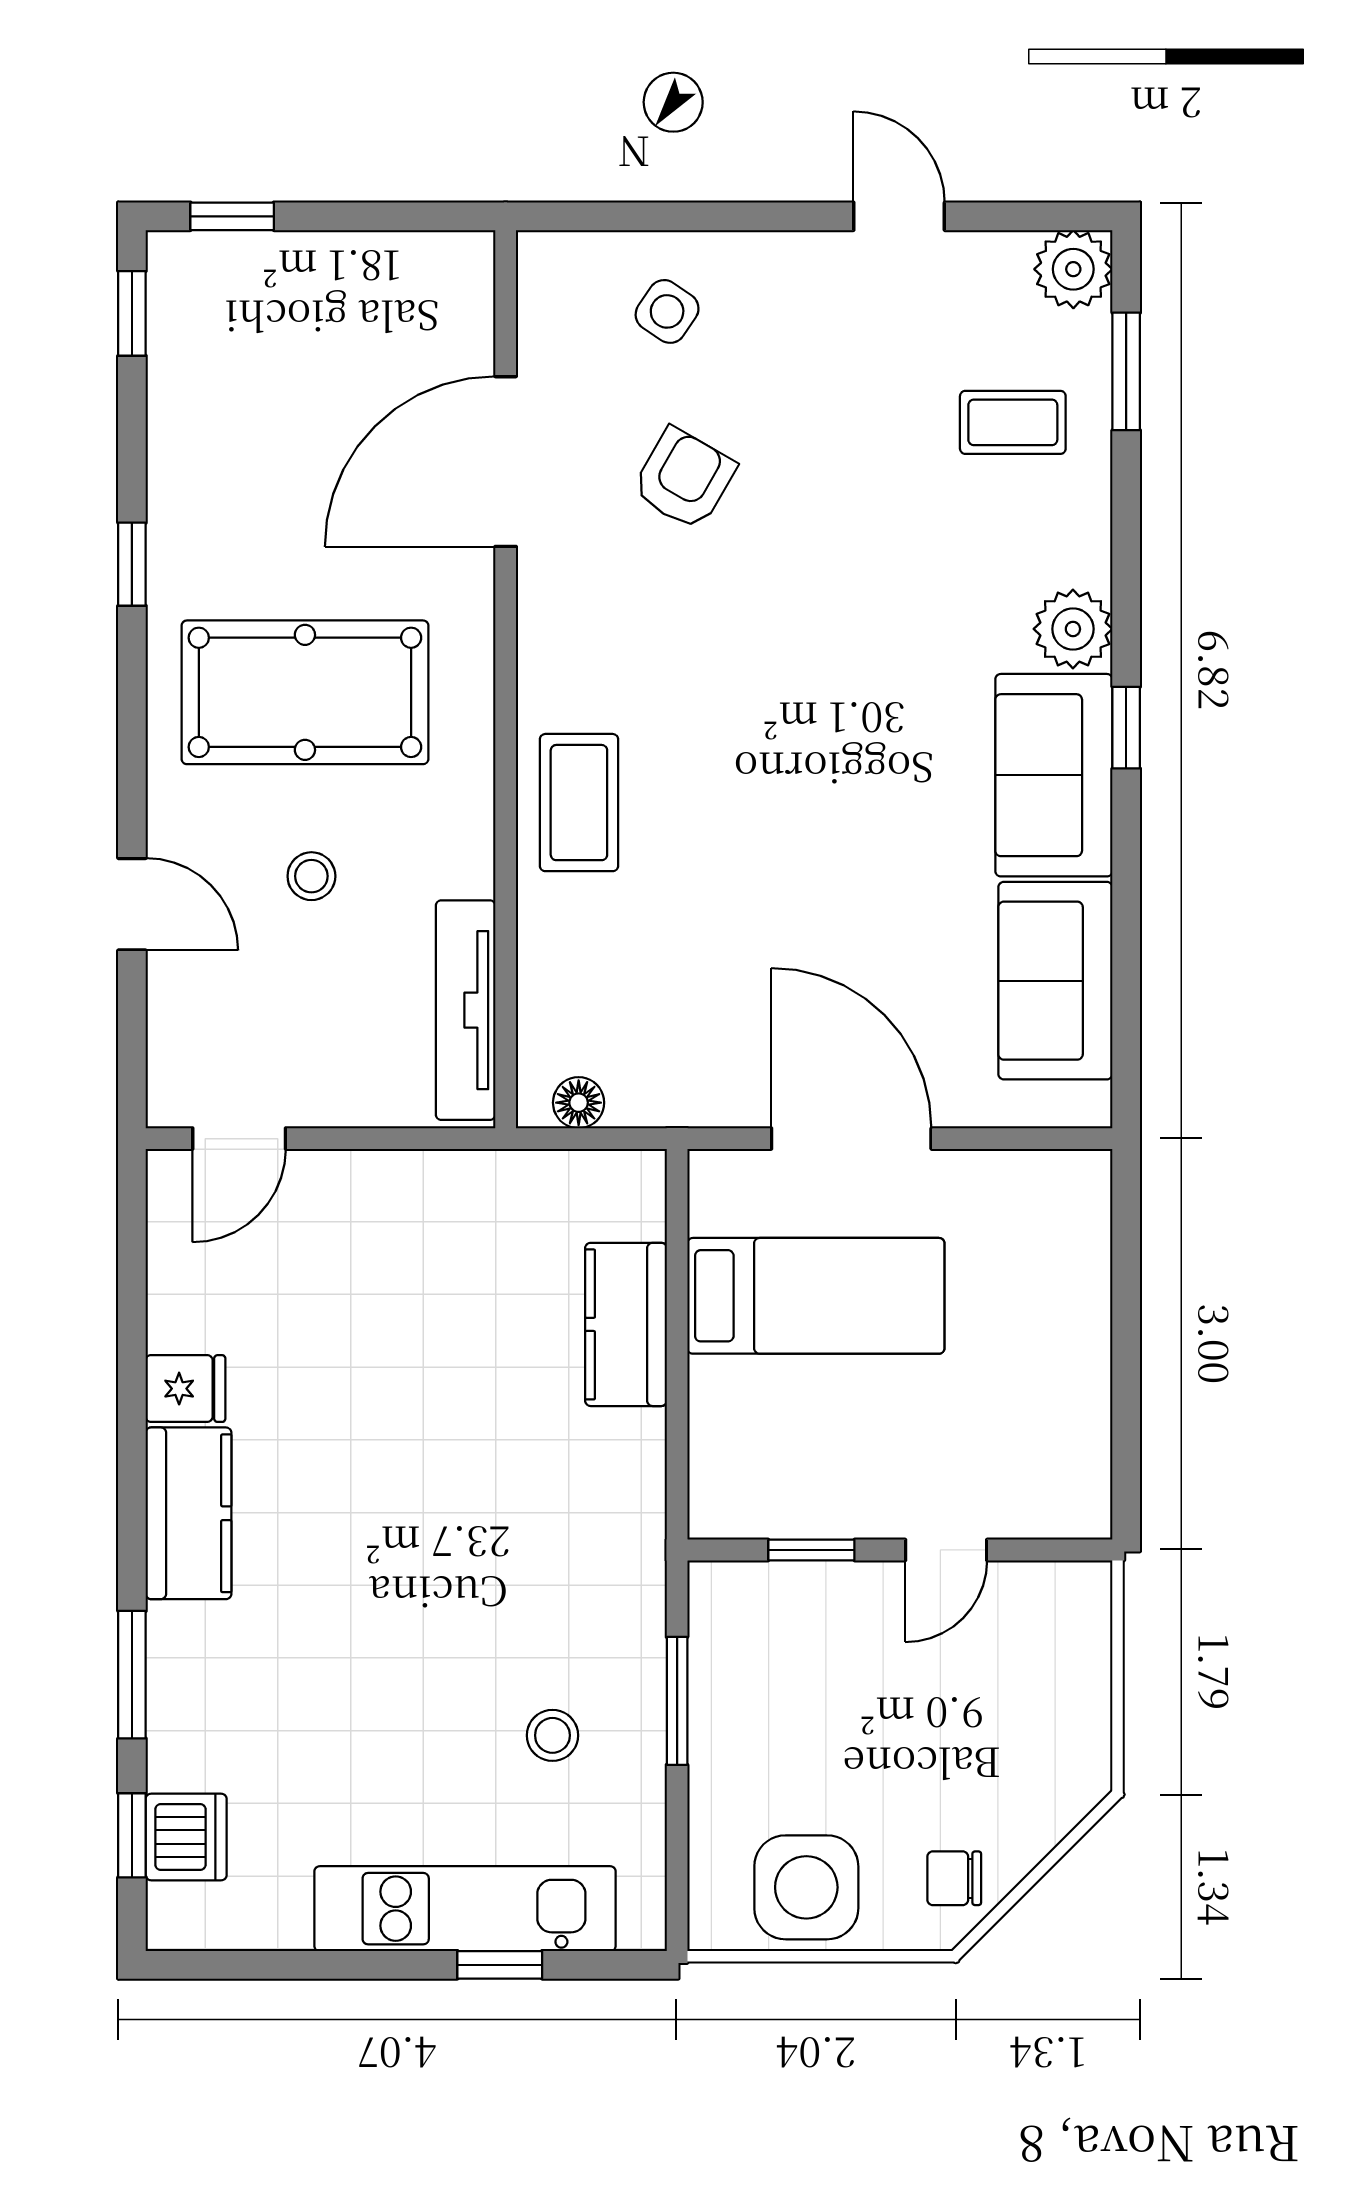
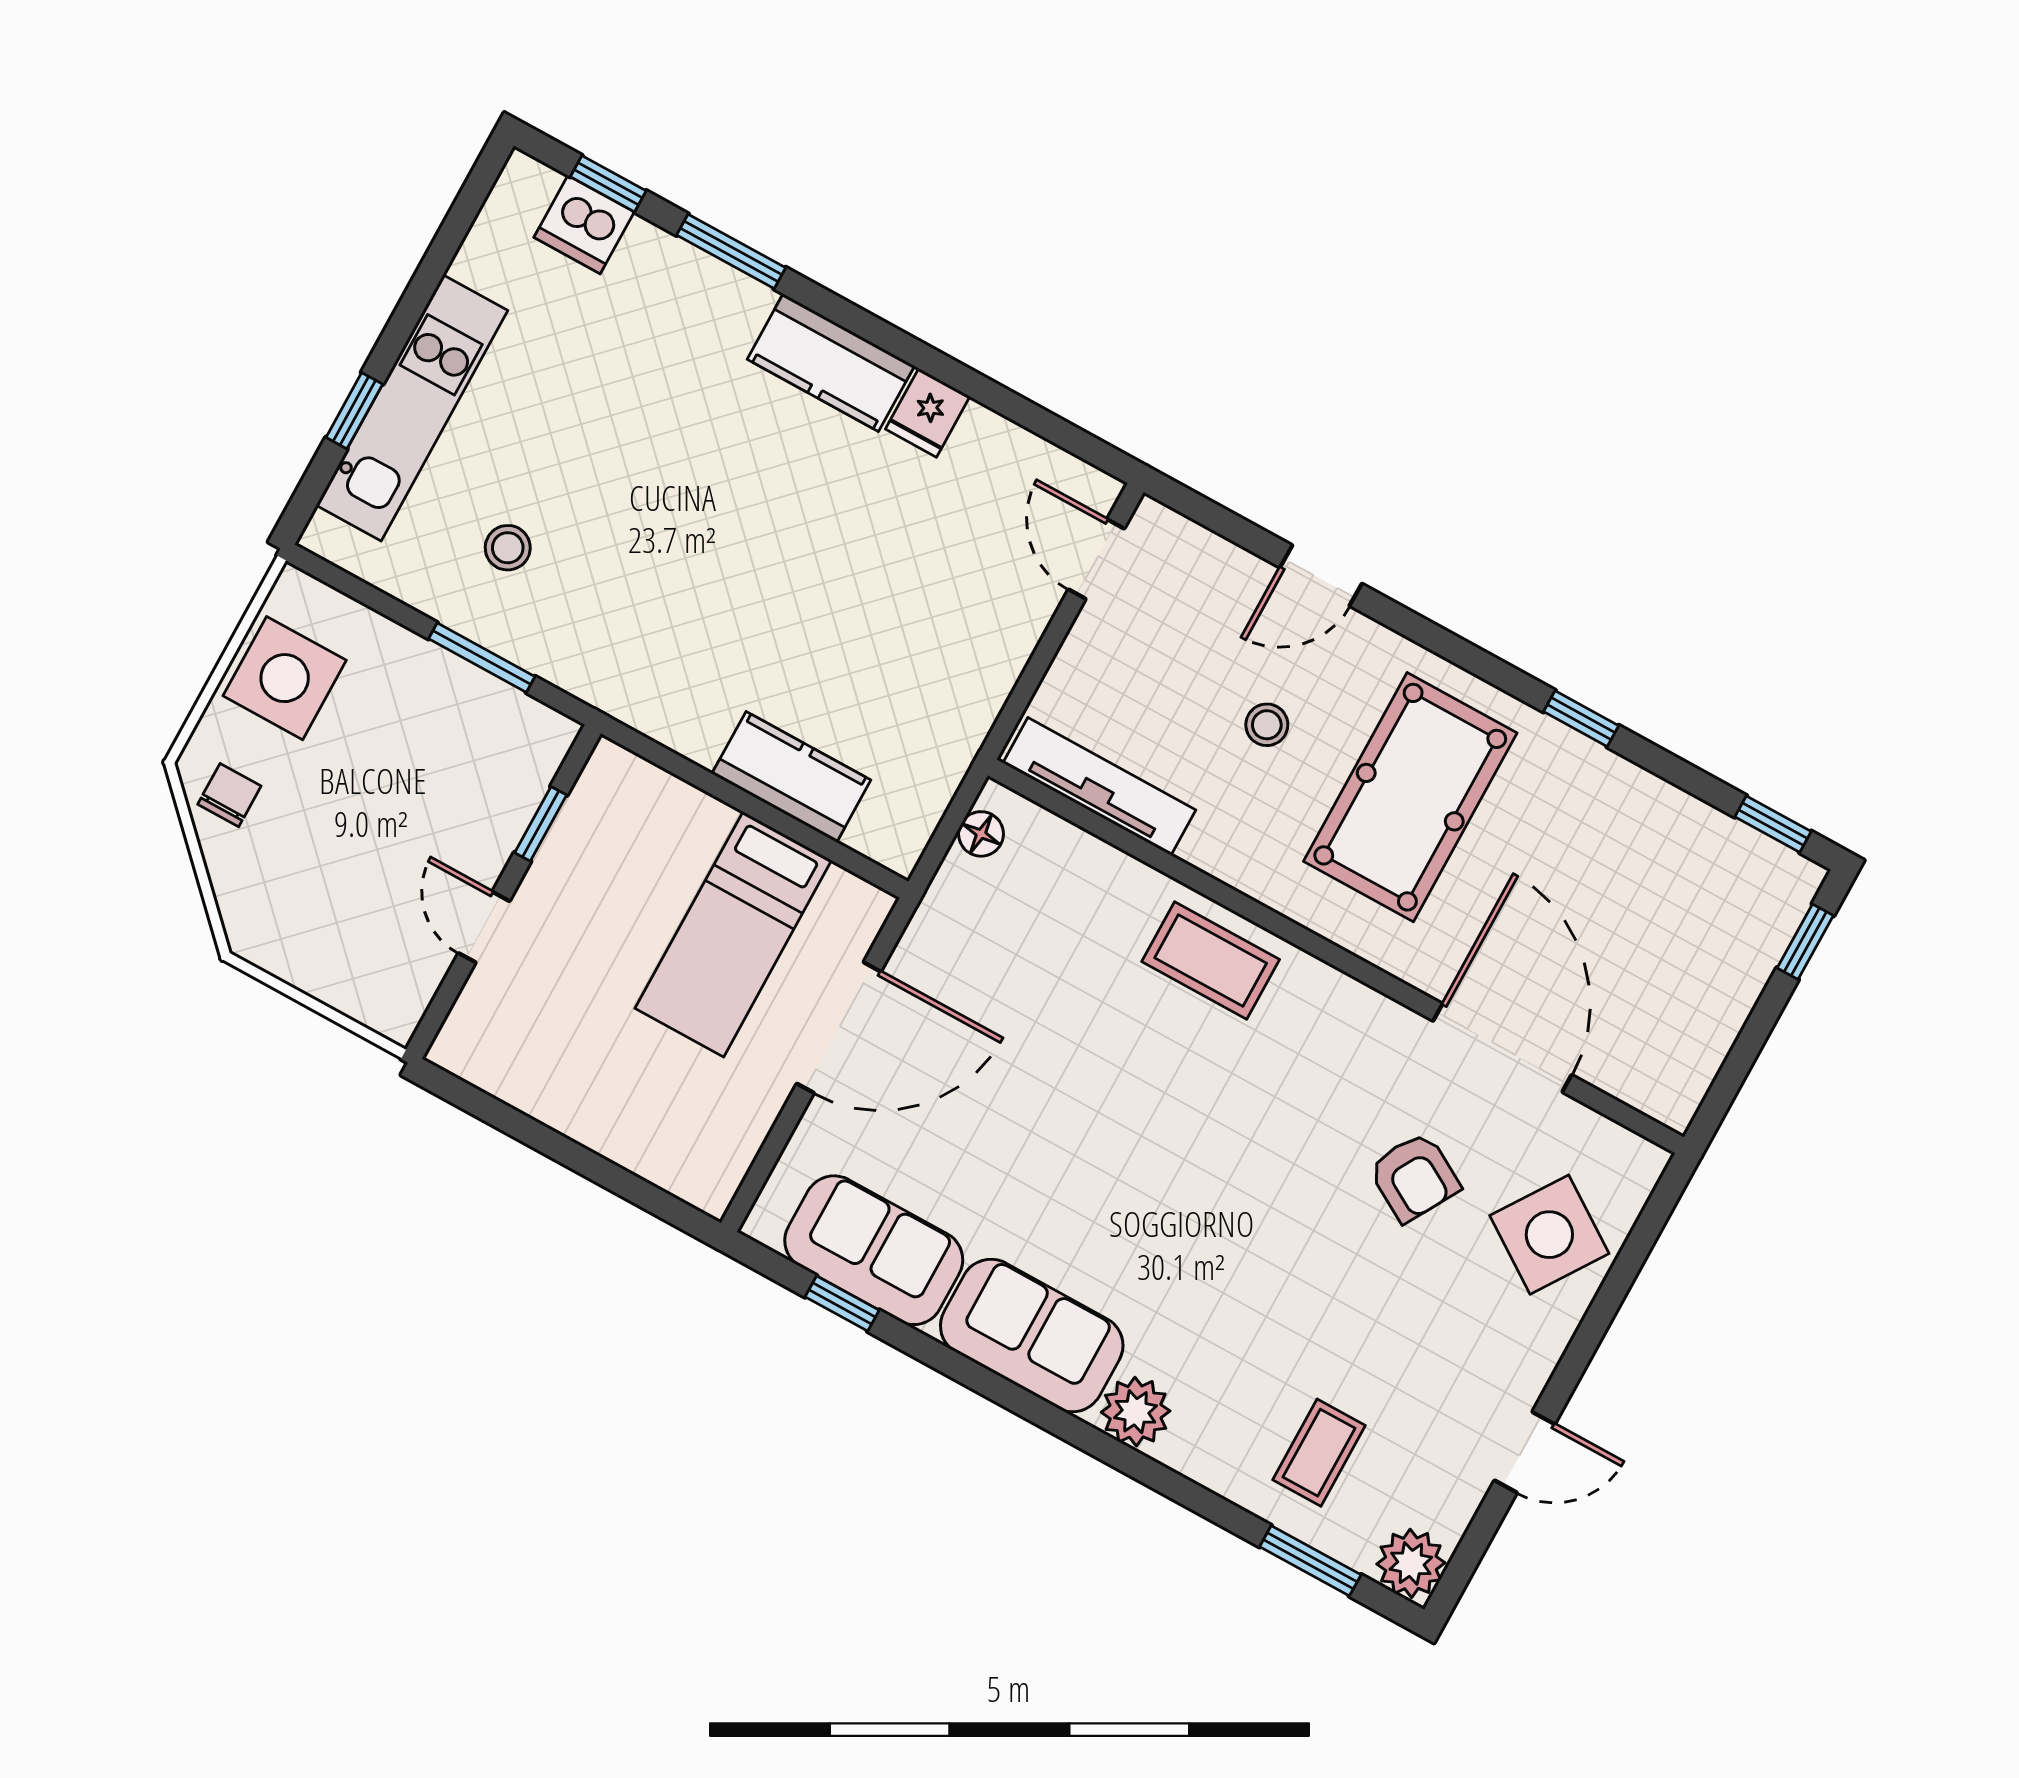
side table: (667, 311) -> (1549, 1235), width x1.87, depth x1.87
window: (1126, 728) -> (842, 1303), moved

